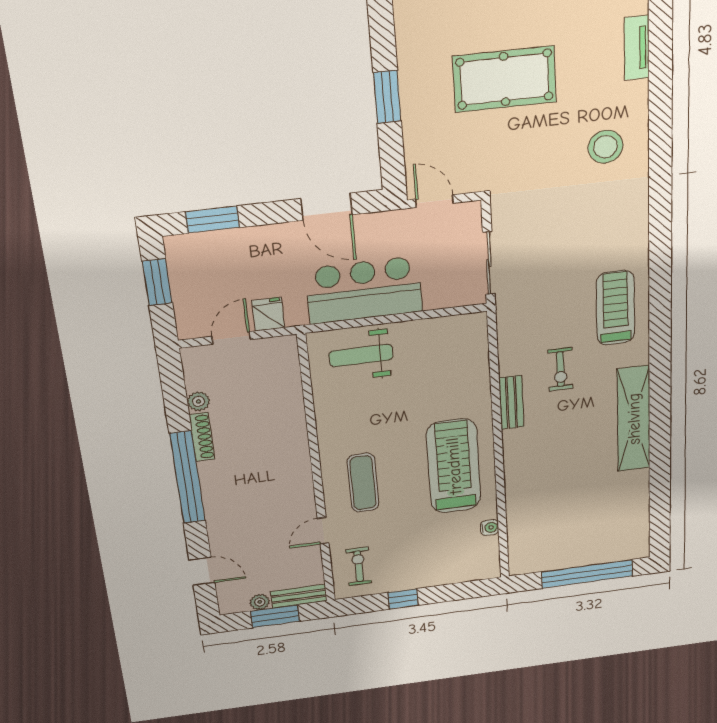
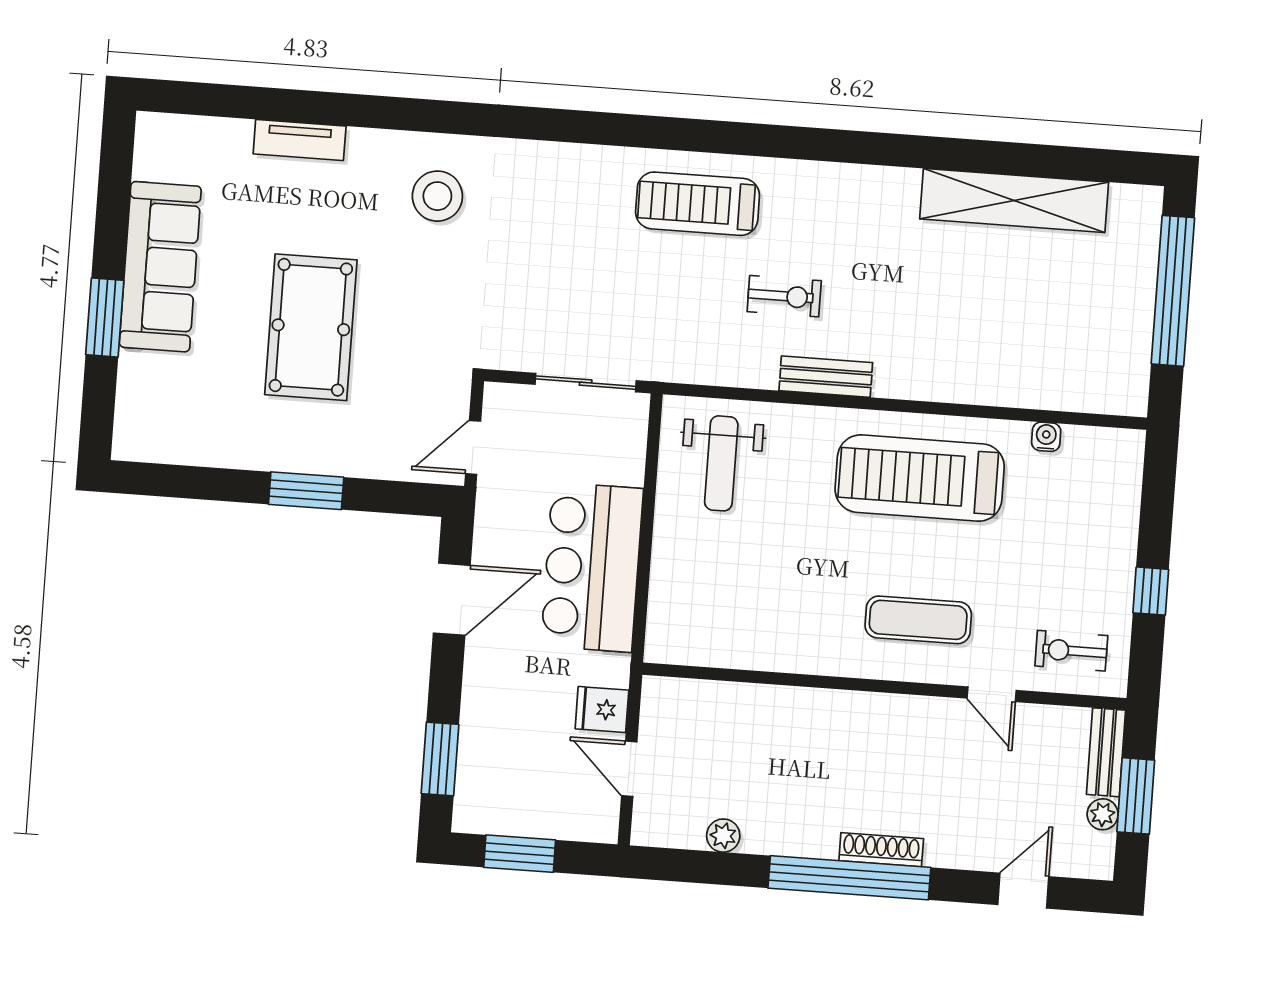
weight bench: (361, 355) -> (721, 463), moved
shelving: (634, 419) -> (1014, 200), moved
shoe rack: (202, 437) -> (881, 850), moved

